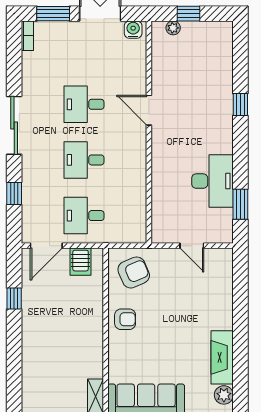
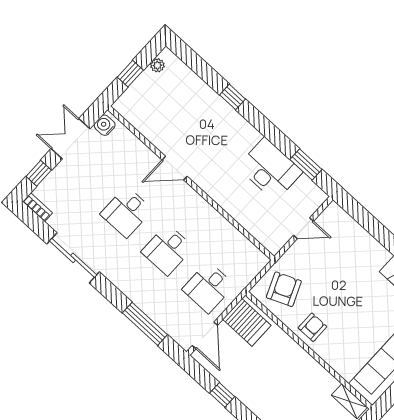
window: (53, 14) -> (39, 173), width x0.67
plant: (173, 28) -> (157, 65), moved
sliding door: (14, 125) -> (73, 258), moved
window: (14, 194) -> (145, 324), width x2.17
server rack: (81, 262) -> (247, 322), width x1.36, depth x1.44

